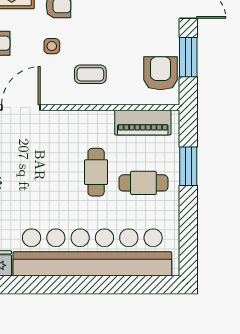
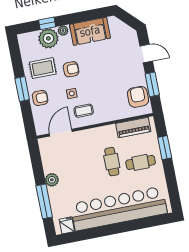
coffee table: (90, 74) -> (84, 111), moved

